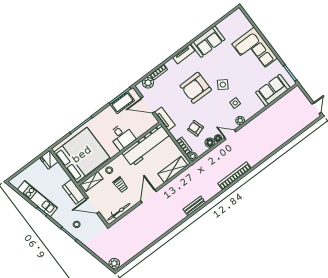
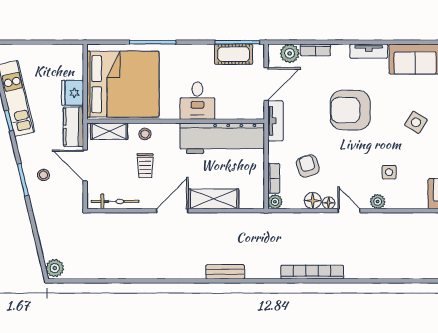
side table: (223, 85) -> (416, 122), moved
door: (148, 105) -> (266, 84), swing flipped
fridge: (49, 160) -> (73, 93), moved
shelving: (173, 169) -> (214, 199), moved

